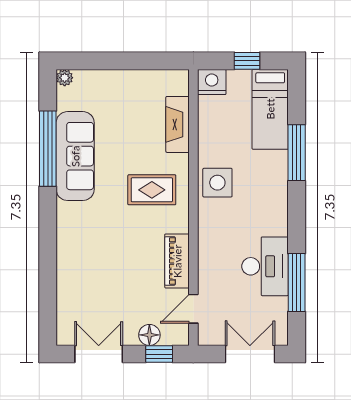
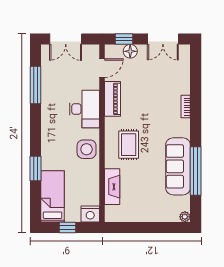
window: (297, 153) -> (36, 169), width x0.69
rug: (152, 190) -> (129, 145), turned 90
bookcase: (63, 249) -> (186, 107), added
desk: (265, 266) -> (84, 109), moved, turned 180

